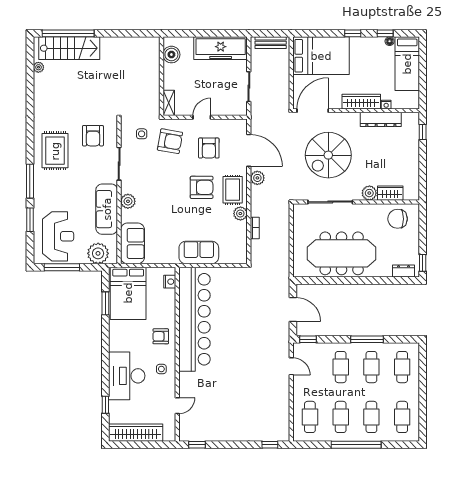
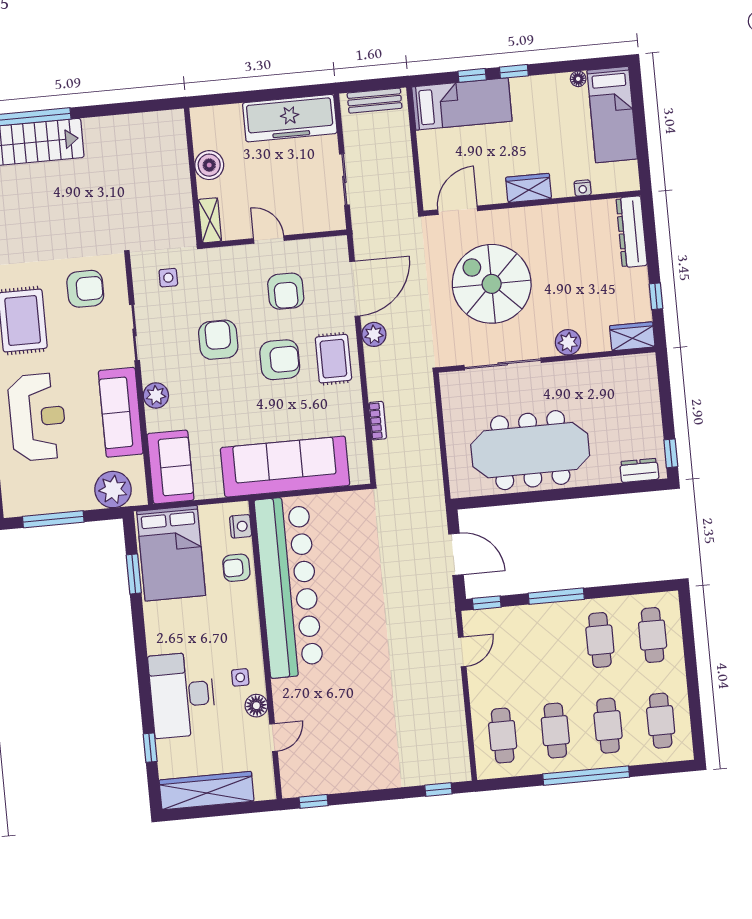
window: (385, 33) -> (472, 75), moved
boiler: (171, 55) -> (209, 165), moved
bed: (321, 56) -> (462, 104), width x0.67
wardrobe: (361, 102) -> (529, 188), width x0.67
door: (313, 111) -> (458, 210), width x0.73
door: (202, 117) -> (269, 240), hinge flipped
dresser: (381, 119) -> (632, 232), moved, turned 90
window: (423, 132) -> (656, 296), moved
armchair: (93, 136) -> (85, 289), turned -90
armchair: (170, 141) -> (218, 340), moved, turned -100
door: (249, 150) -> (355, 289), hinge flipped
spiral stairs: (328, 155) -> (492, 284), turned 90
wardrobe: (390, 193) -> (632, 336), moved
plant: (240, 214) -> (350, 398), removed
chair: (398, 219) -> (621, 382), removed
reception desk: (58, 236) -> (37, 417), moved
sofa: (199, 253) -> (285, 467), width x1.85, depth x1.27
armchair: (161, 336) -> (236, 568), moved
window: (367, 339) -> (556, 596), moved
door: (291, 366) -> (462, 652), hinge flipped
cafe table: (341, 367) -> (547, 645), removed
floor lamp: (169, 386) -> (256, 706), added

